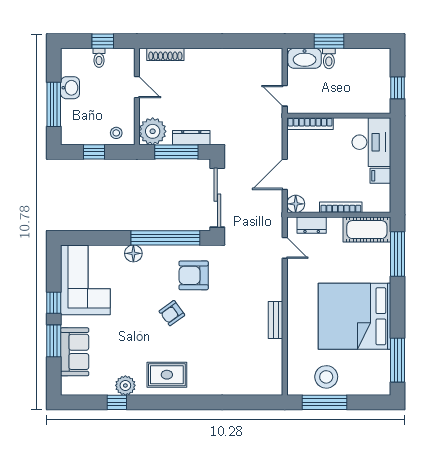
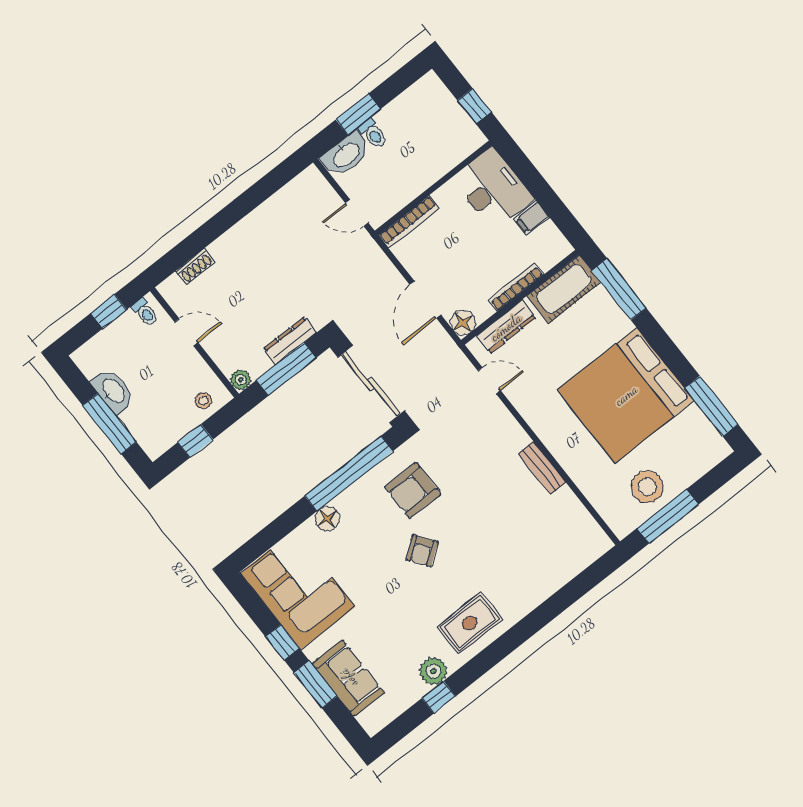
shoe rack: (165, 54) -> (195, 267), width x0.70
toilet: (99, 58) -> (145, 312), moved
washbasin: (70, 88) -> (113, 391), width x1.38
plant: (153, 131) -> (241, 380), width x0.53, depth x0.53
dresser: (312, 225) -> (506, 327), width x1.44

